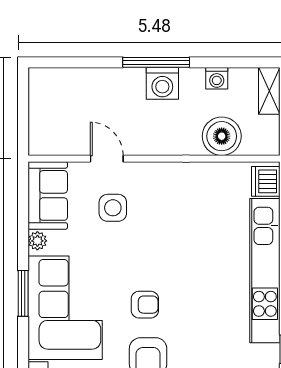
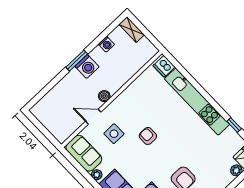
window: (156, 62) -> (77, 61), width x0.69
boiler: (222, 136) -> (104, 96), moved, width x0.54, depth x0.54
armchair: (145, 305) -> (148, 136), moved, turned -90

